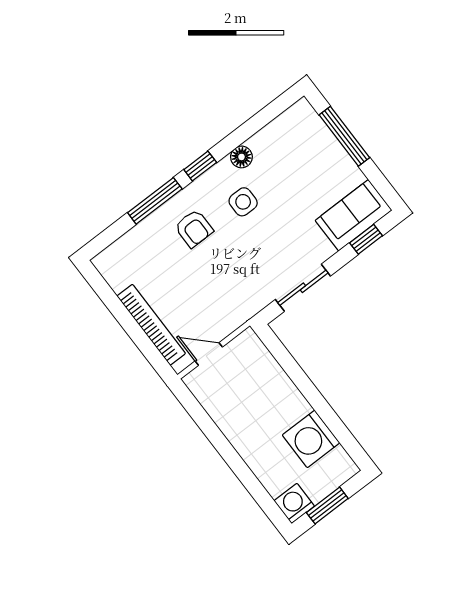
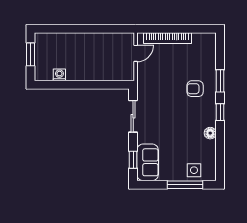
window: (155, 201) -> (220, 81), width x0.69
side table: (243, 202) -> (194, 170), moved
washing machine: (311, 439) -> (59, 75), width x0.53, depth x0.53
washing machine: (294, 503) -> (42, 41), removed

